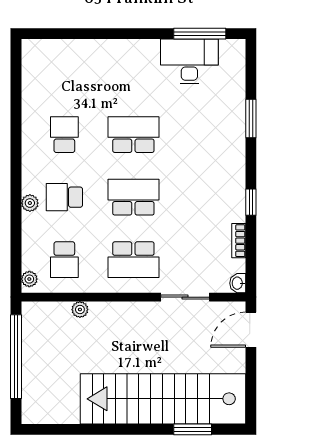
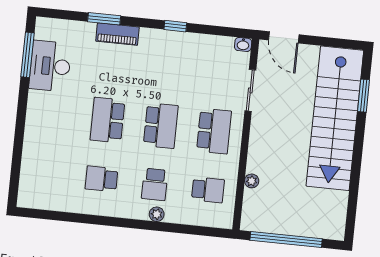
piano: (235, 136) -> (117, 34), added
school desk: (133, 197) -> (161, 126), turned 180
bookcase: (239, 241) -> (207, 40), removed
plant: (29, 279) -> (221, 221), removed

